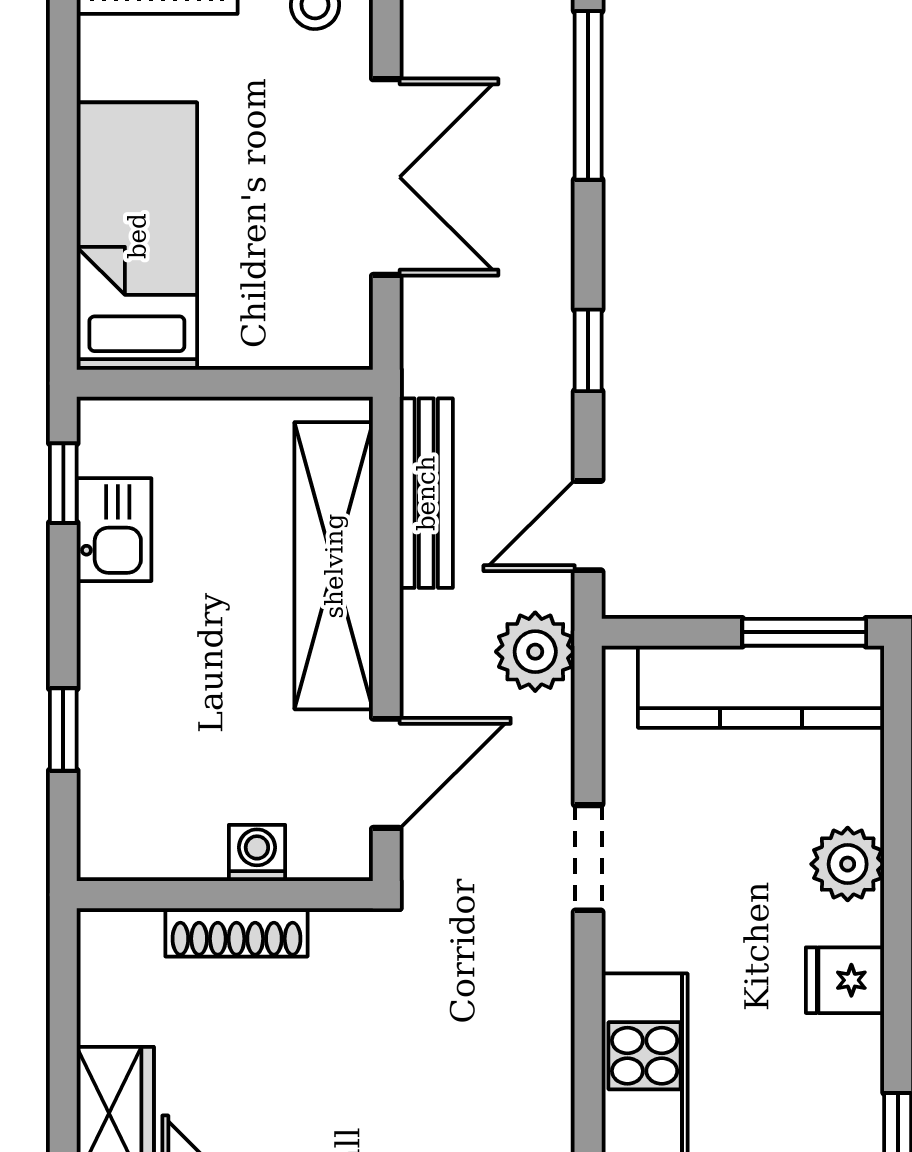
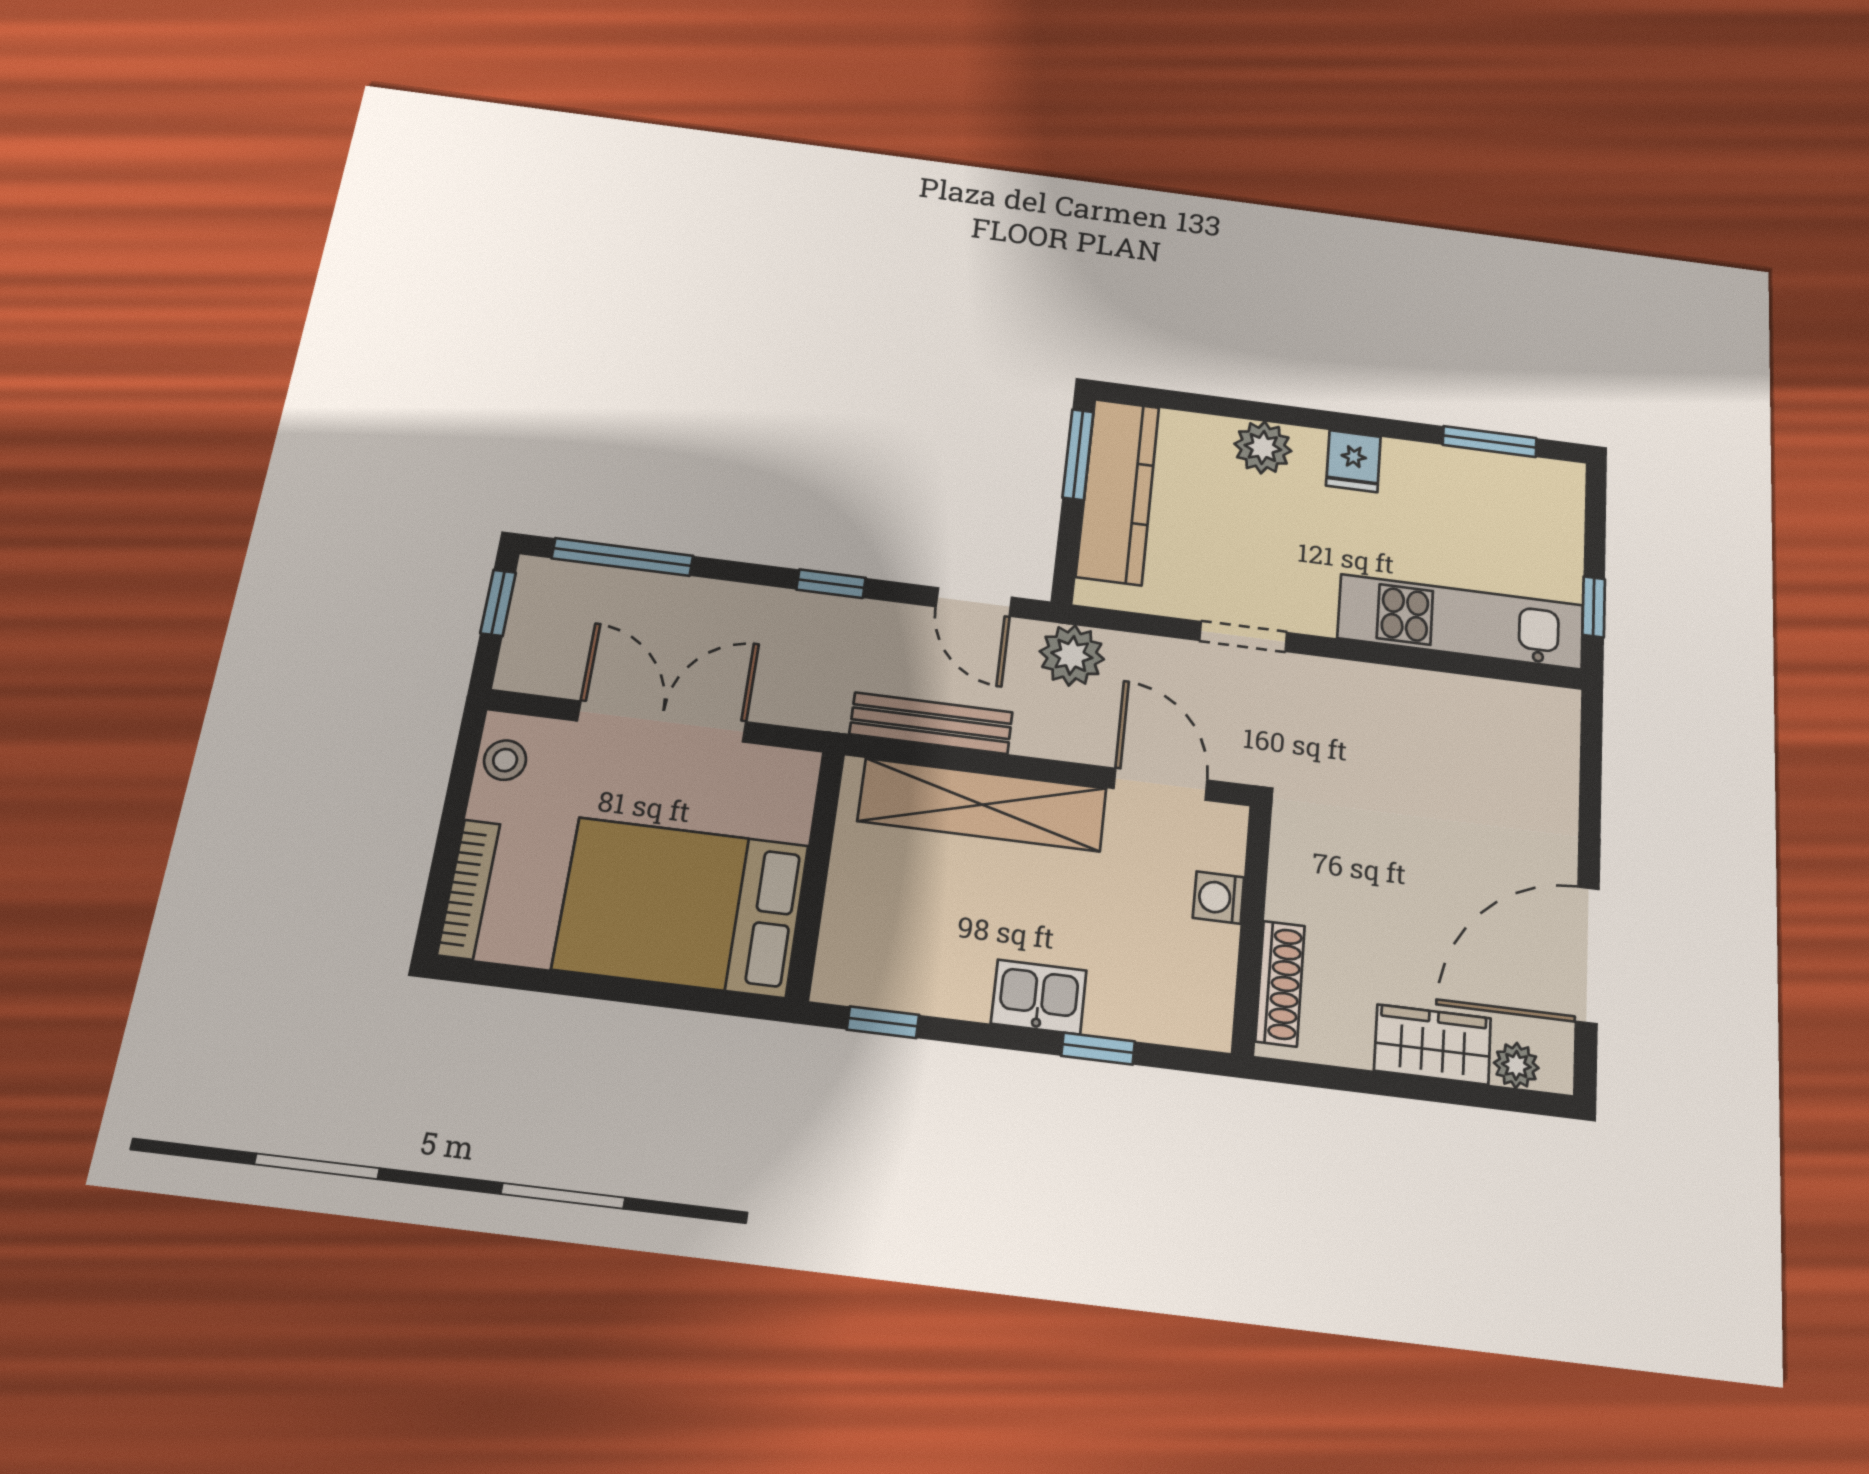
bed: (137, 236) -> (681, 907), width x1.50
kitchen sink: (114, 530) -> (1039, 997), moved
shoe rack: (236, 932) -> (1280, 983), moved

